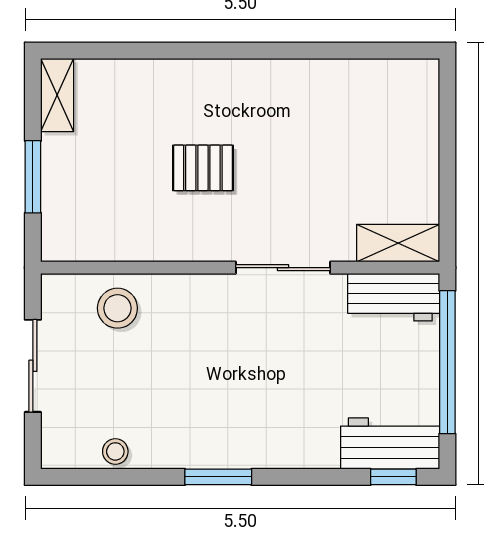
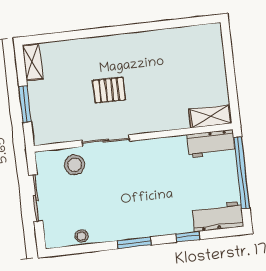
sliding door: (283, 268) -> (106, 141), moved
window: (393, 477) -> (188, 237), moved

